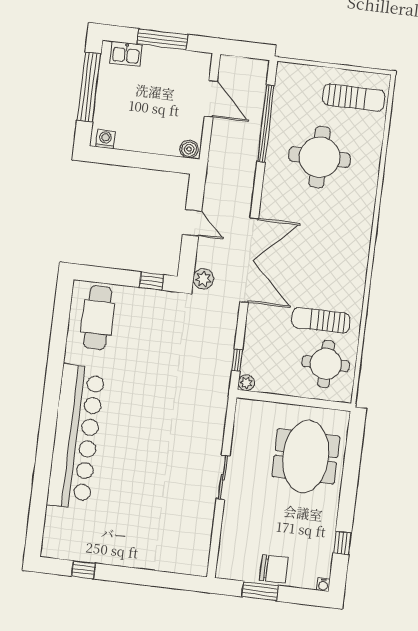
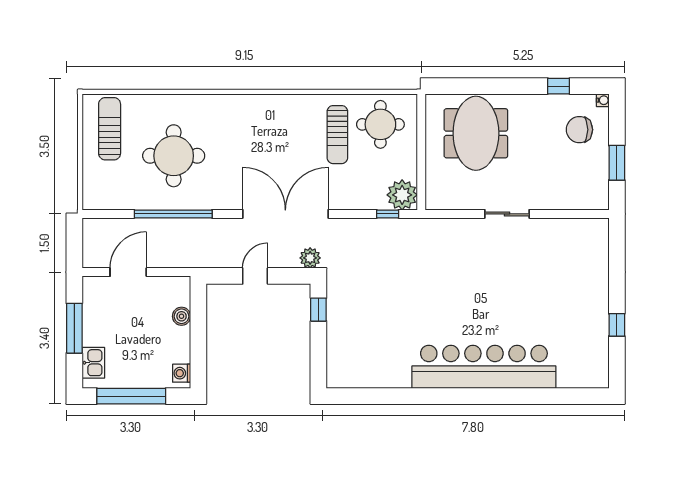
window: (266, 124) -> (173, 214), moved
boiler: (189, 149) -> (182, 316), moved
cafe table: (98, 318) -> (362, 359), removed
plant: (246, 383) -> (402, 195), width x1.87, depth x1.87
meeting table: (306, 456) -> (476, 133), turned 90
chair: (274, 569) -> (579, 130), moved, turned -90
window: (83, 570) -> (617, 325), moved

